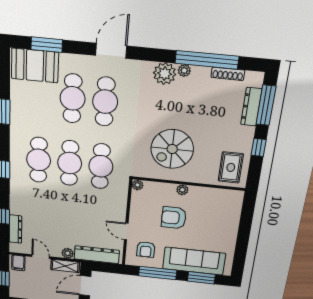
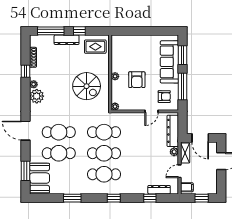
window: (207, 60) -> (25, 71), width x0.32
dresser: (251, 107) -> (67, 40), moved

